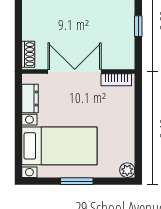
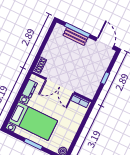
double door: (75, 72) -> (60, 86), swing flipped

